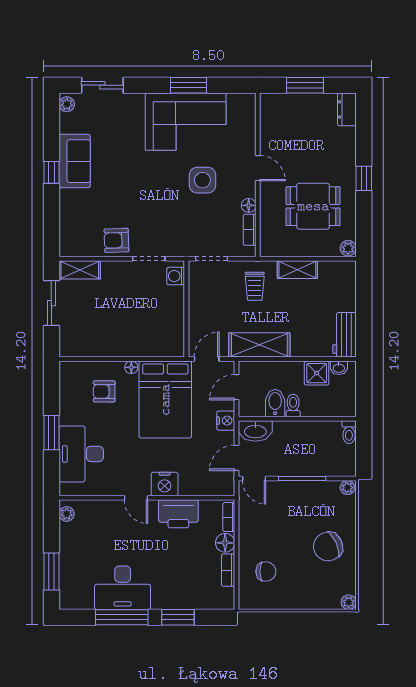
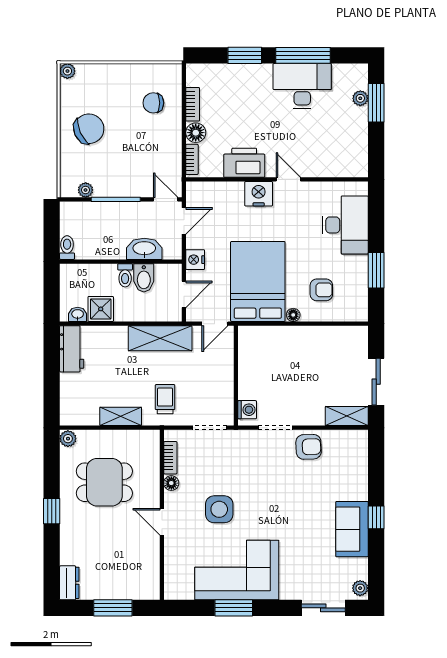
washbasin: (255, 431) -> (144, 249), moved
window: (51, 433) -> (376, 270), moved
plant: (347, 488) -> (86, 190), moved
plant: (67, 514) -> (360, 98), moved

